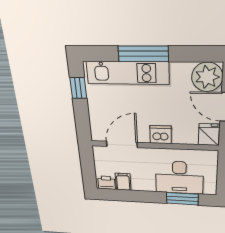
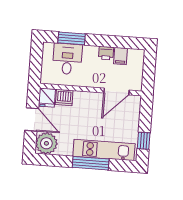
dishwasher: (161, 135) -> (64, 97), moved
desk: (179, 178) -> (67, 59), width x0.73
printer: (106, 183) -> (106, 53), moved

